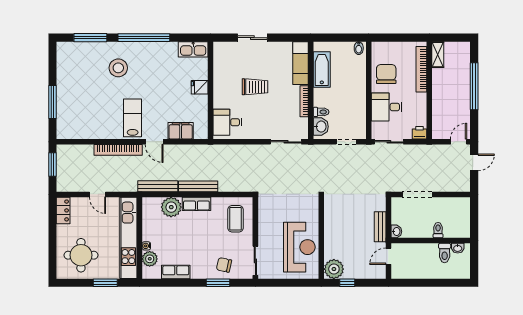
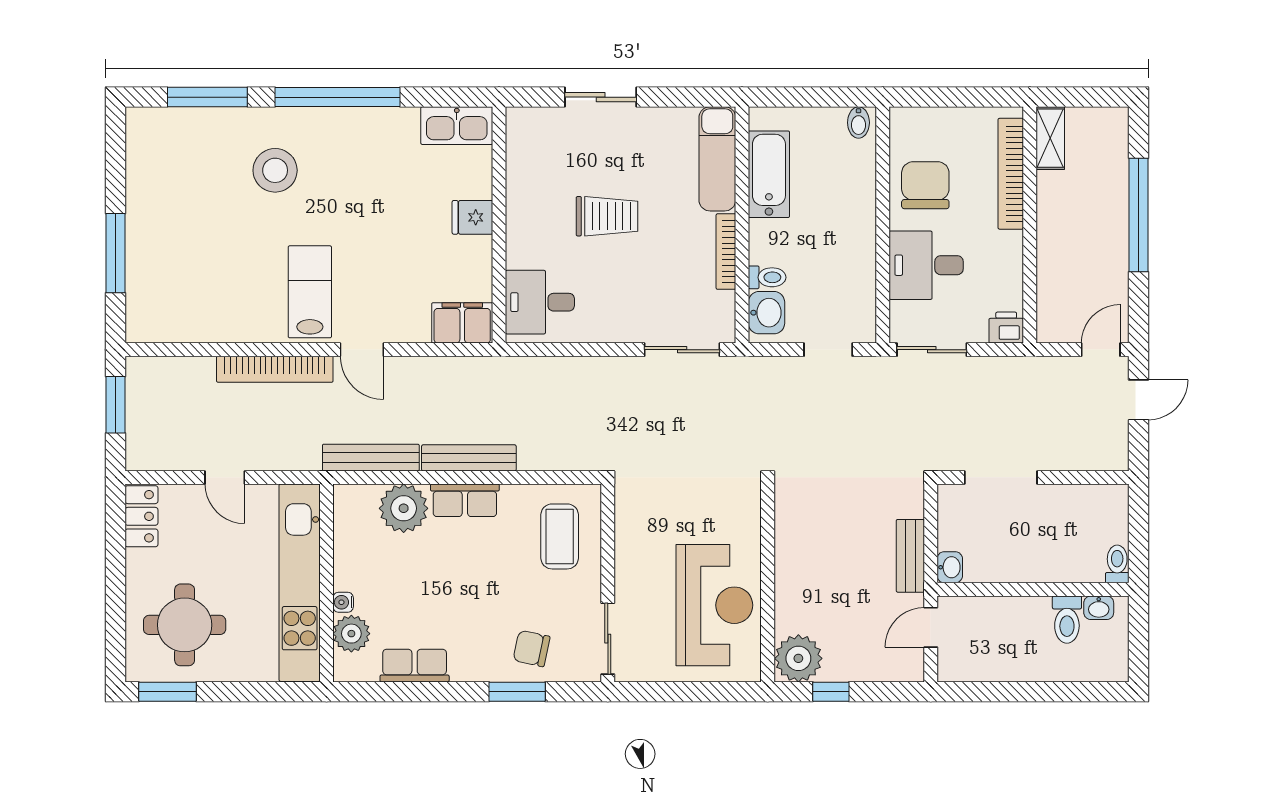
filing cabinet: (181, 131) -> (462, 323), moved
toilet: (438, 230) -> (1117, 564), moved
window: (105, 283) -> (167, 692), moved

